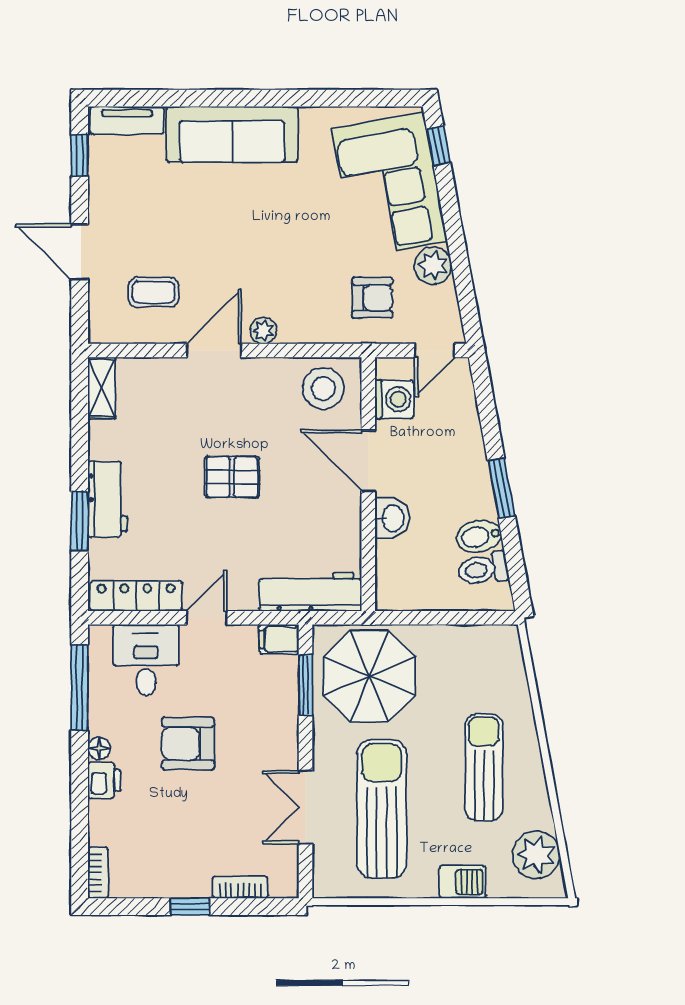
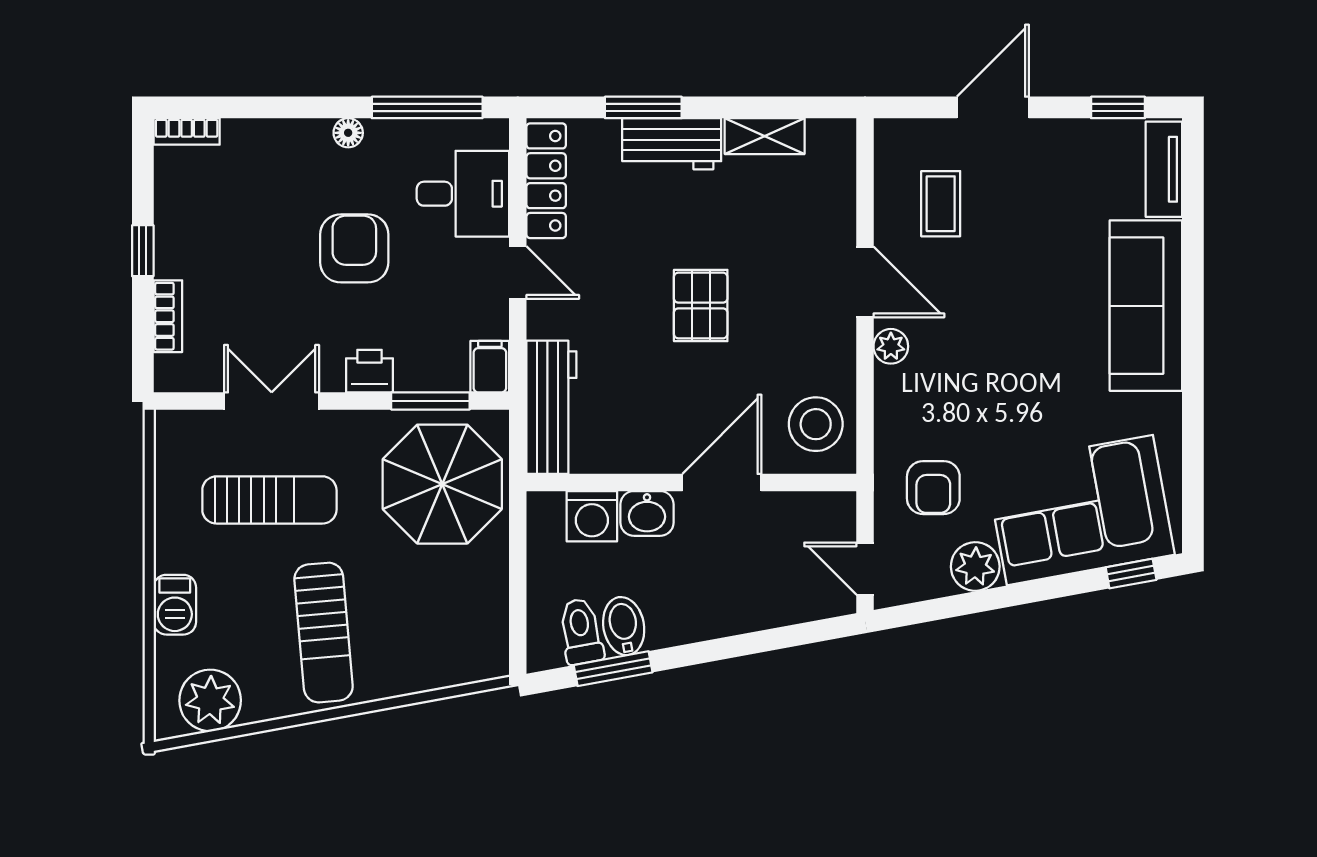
shelving: (102, 388) -> (765, 136), moved
washing machine: (394, 399) -> (592, 516), moved
window: (501, 488) -> (613, 669), moved
sun lounger: (484, 767) -> (324, 633), turned 85
printer: (104, 780) -> (369, 371), moved, turned 180
sun lounger: (382, 809) -> (269, 500), width x0.73, depth x0.75

